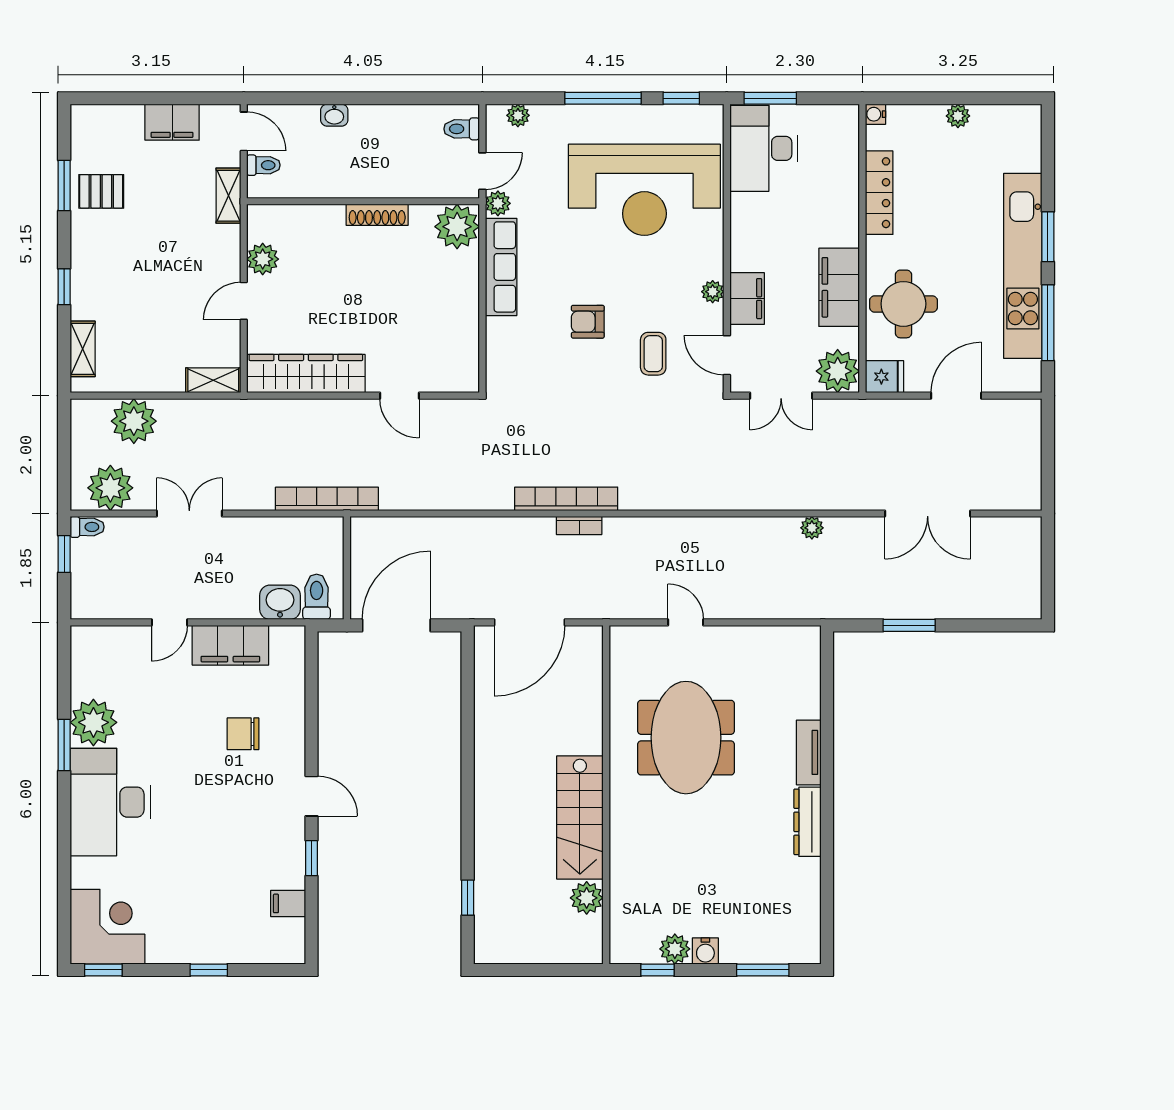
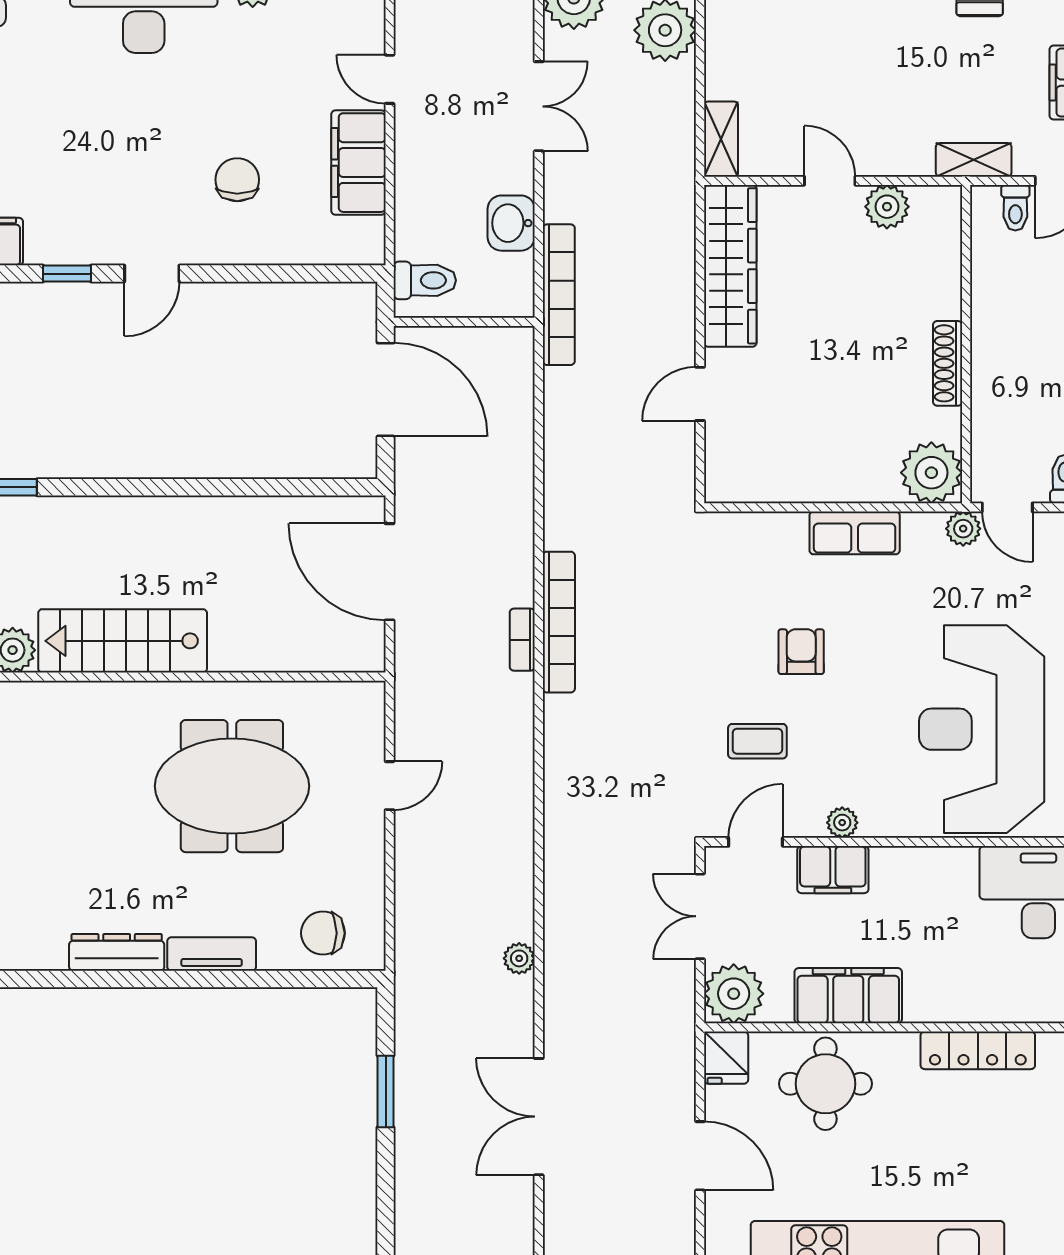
row of seats: (501, 267) -> (855, 533), width x0.68
washbasin: (280, 602) -> (511, 223), moved, turned 180
chair: (793, 671) -> (323, 933), added

